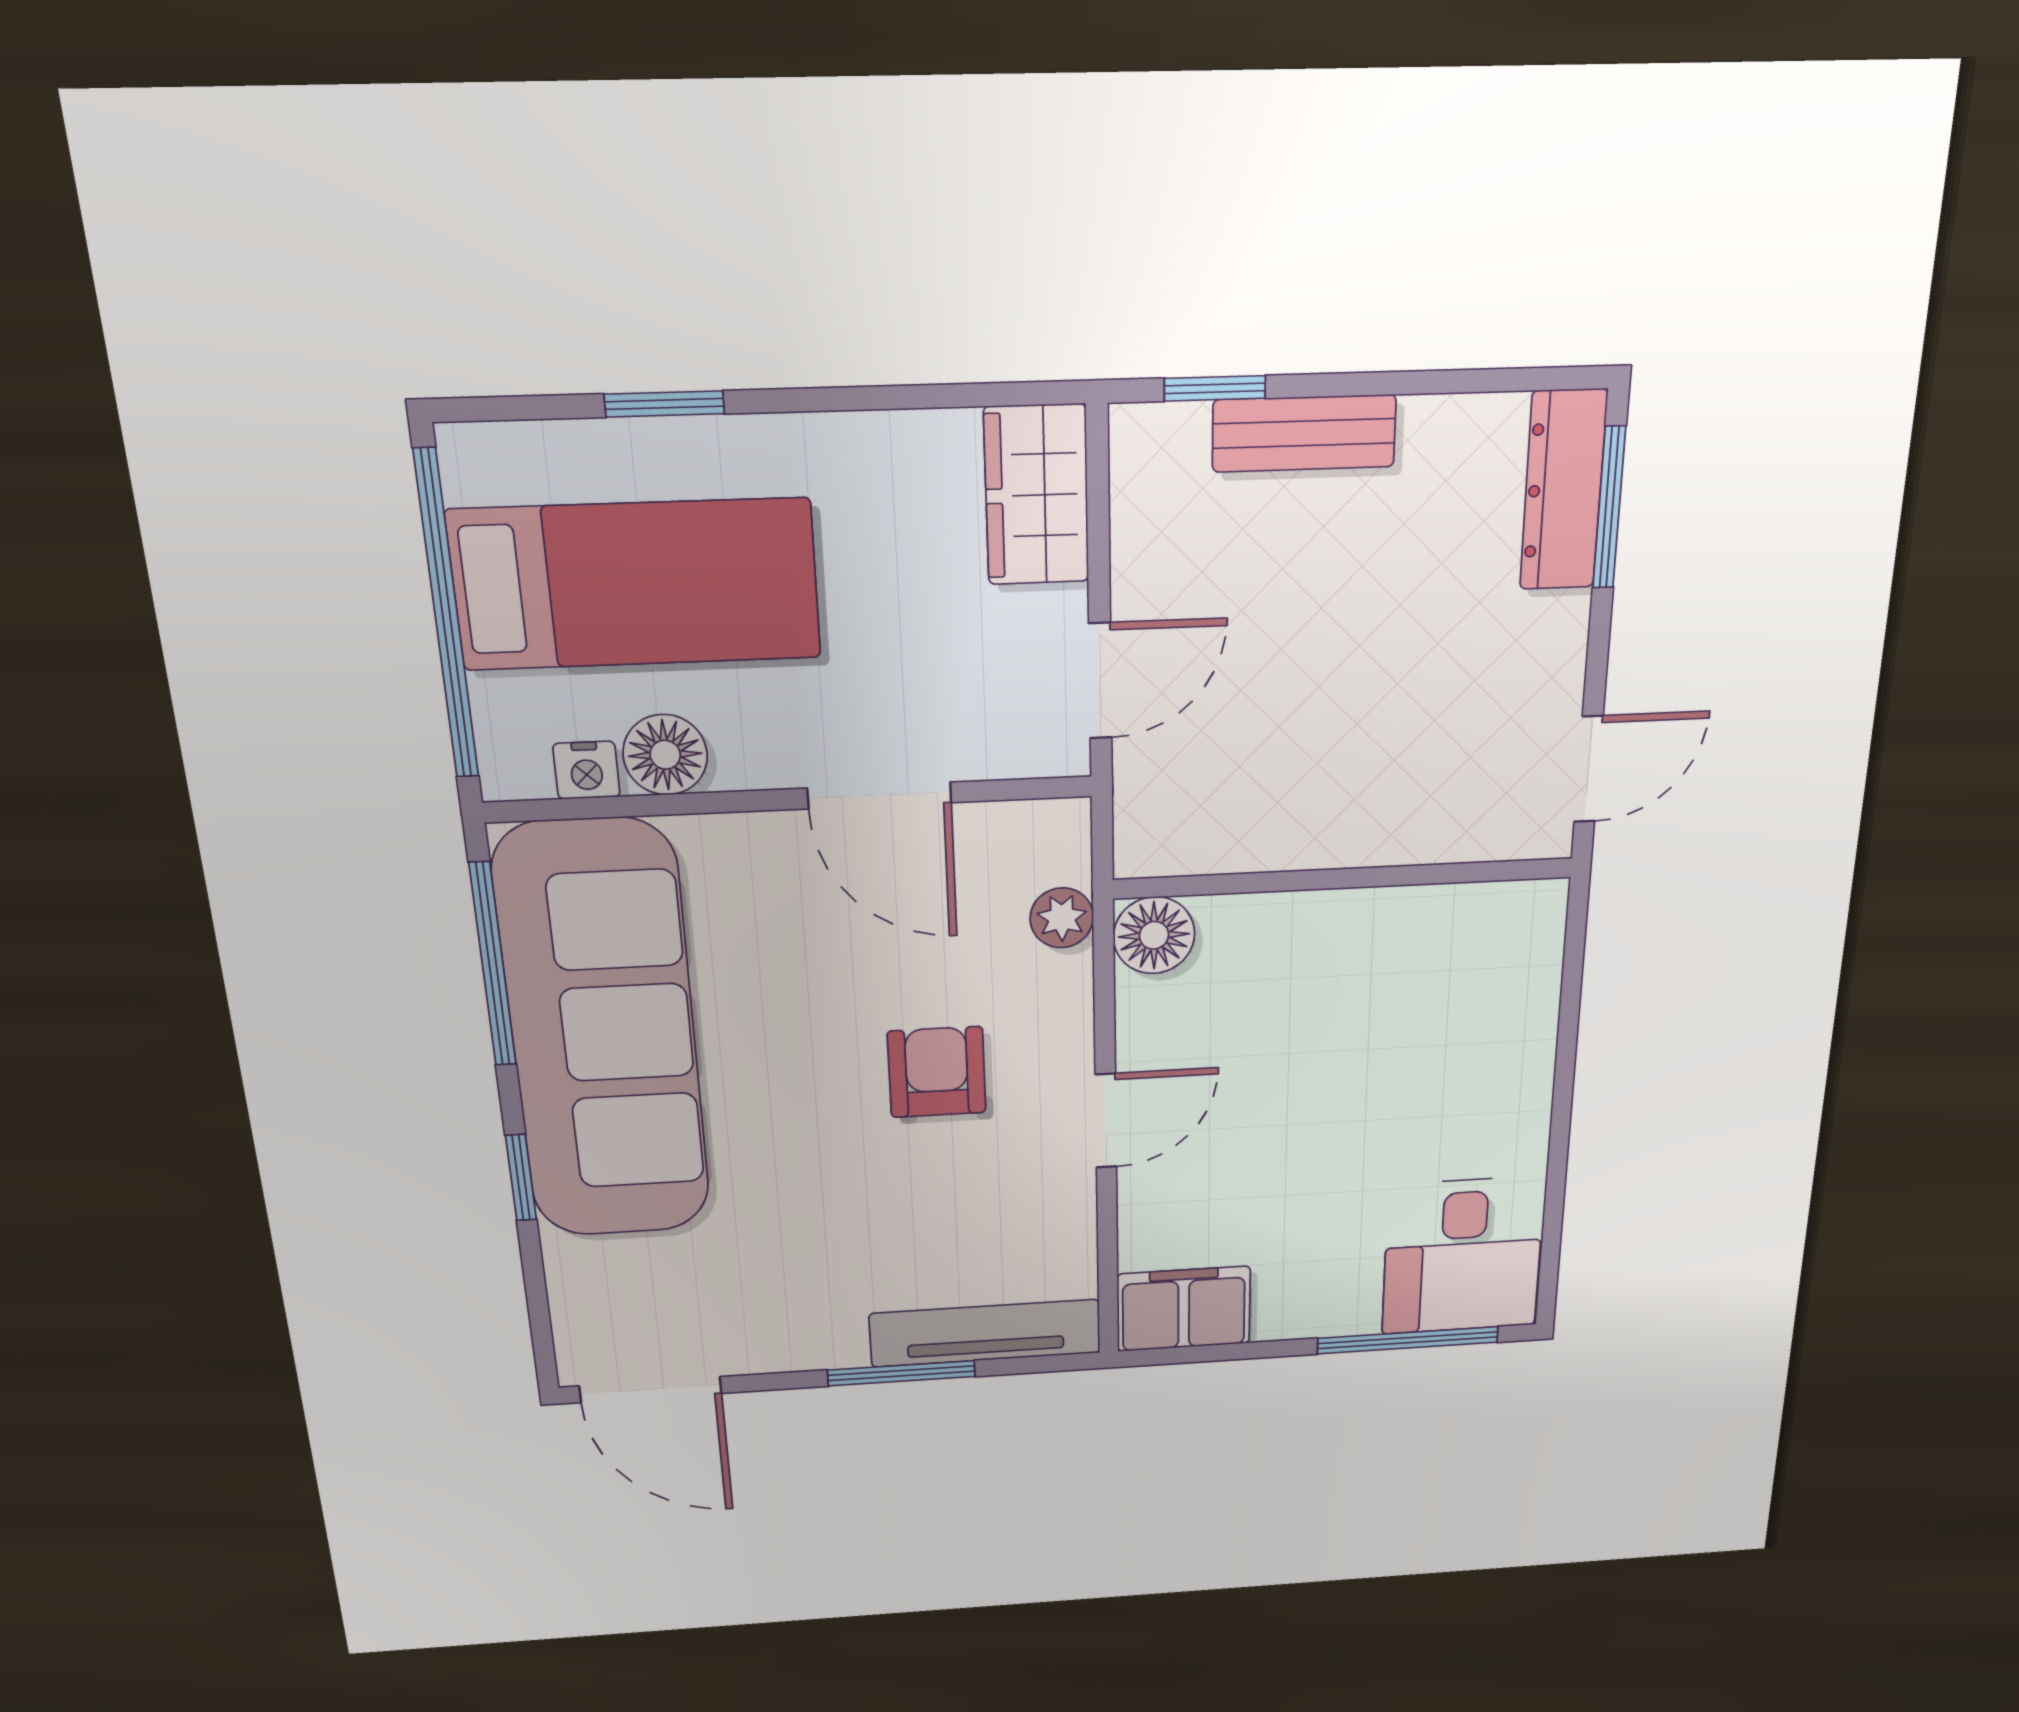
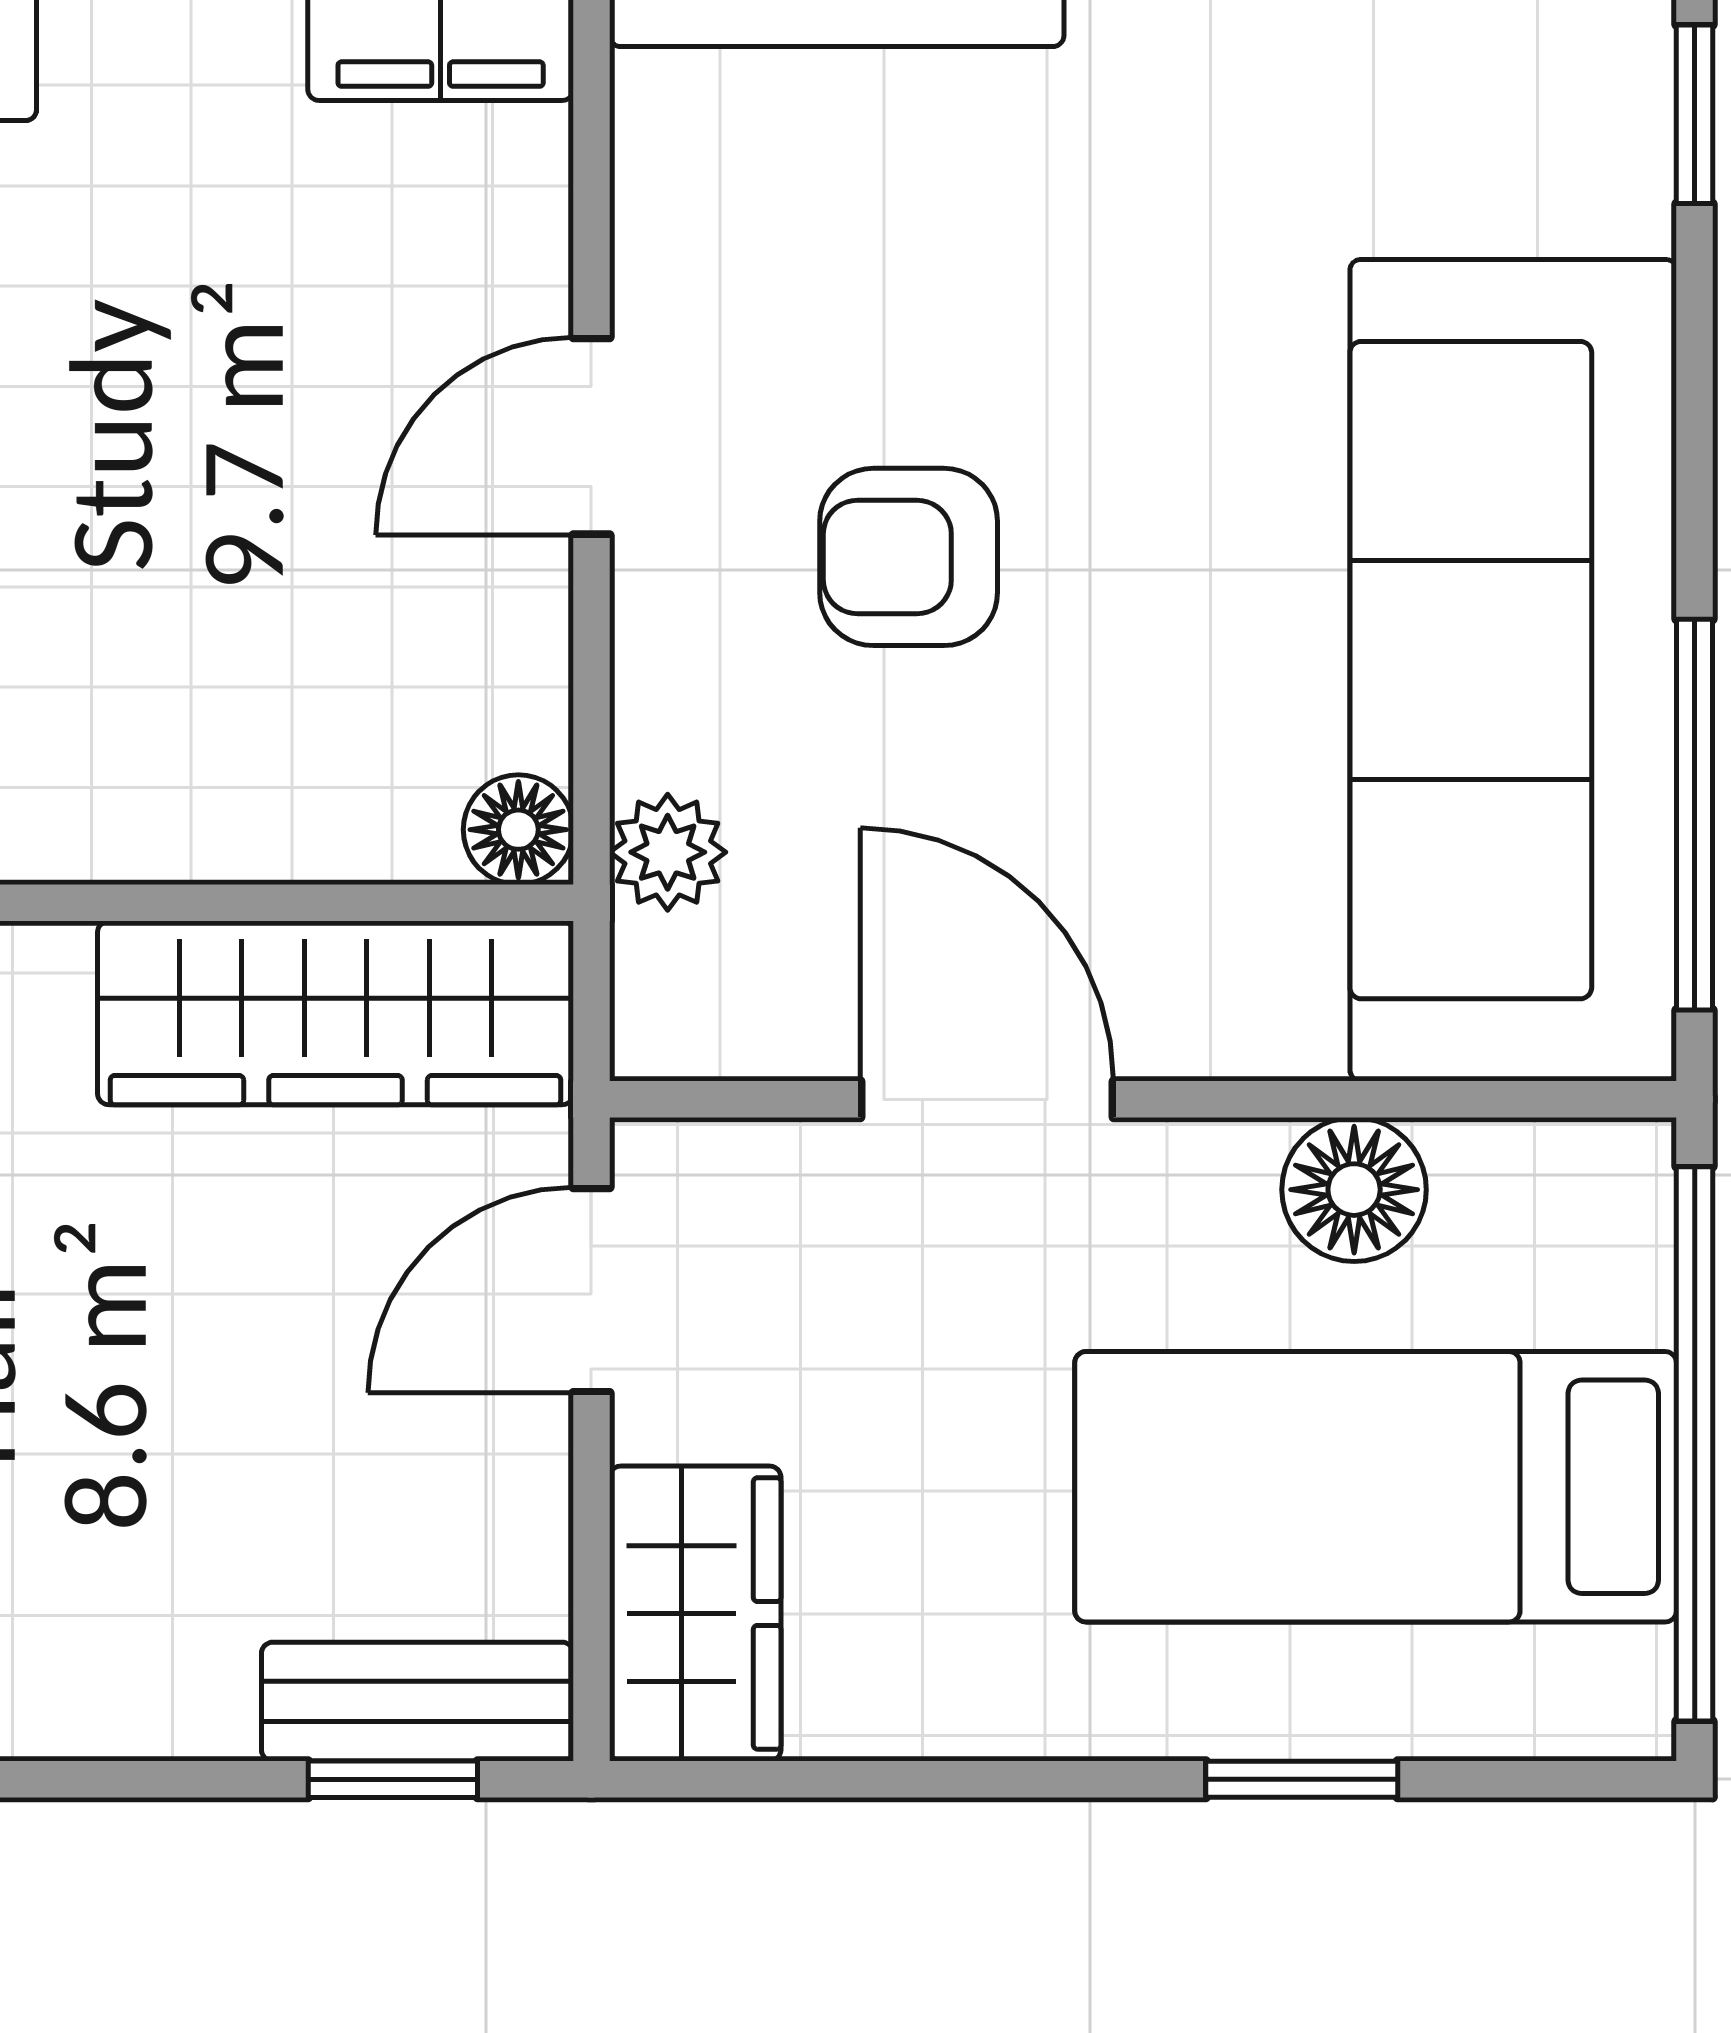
bench: (1304, 433) -> (417, 1702), moved
nightstand: (586, 770) -> (1492, 1168), removed
wardrobe: (1243, 826) -> (335, 1013), added
floor lamp: (1154, 935) -> (518, 830), width x0.73, depth x0.73
armchair: (937, 1072) -> (909, 557), turned 90
window: (521, 1178) -> (1695, 114), moved

